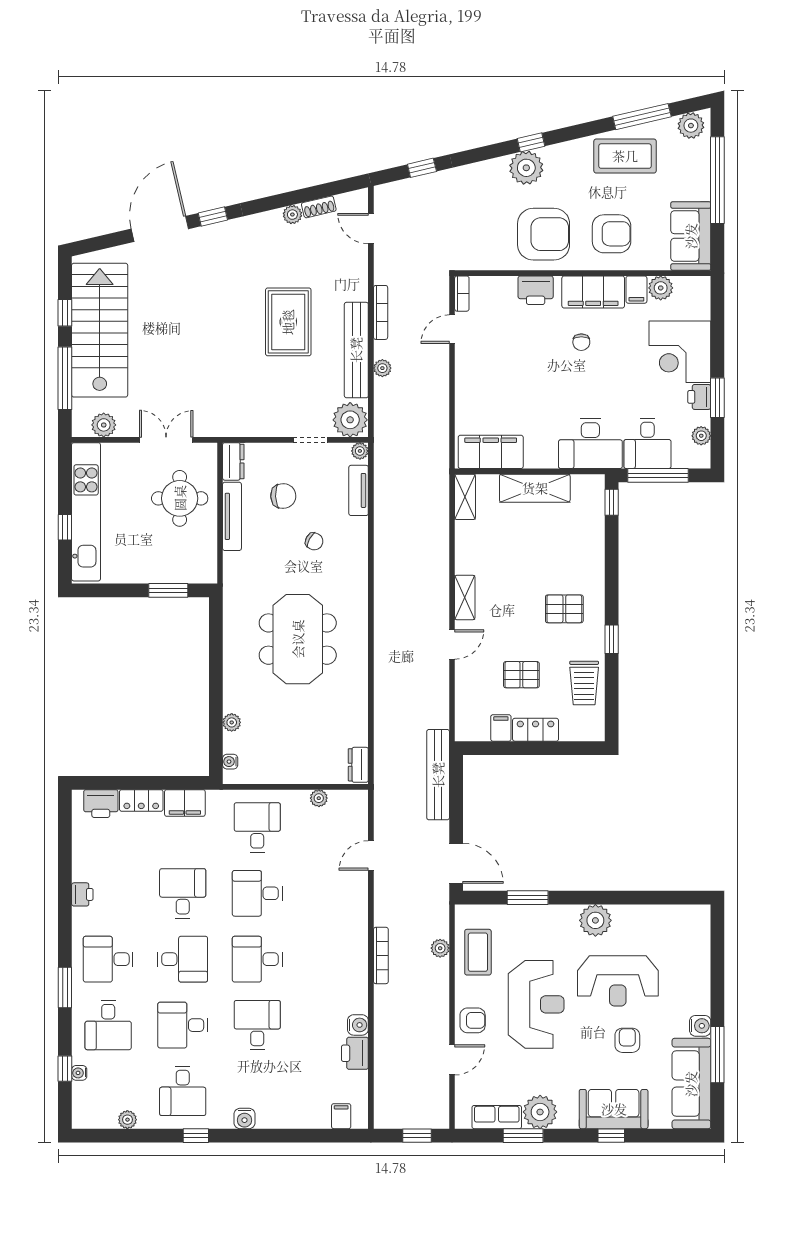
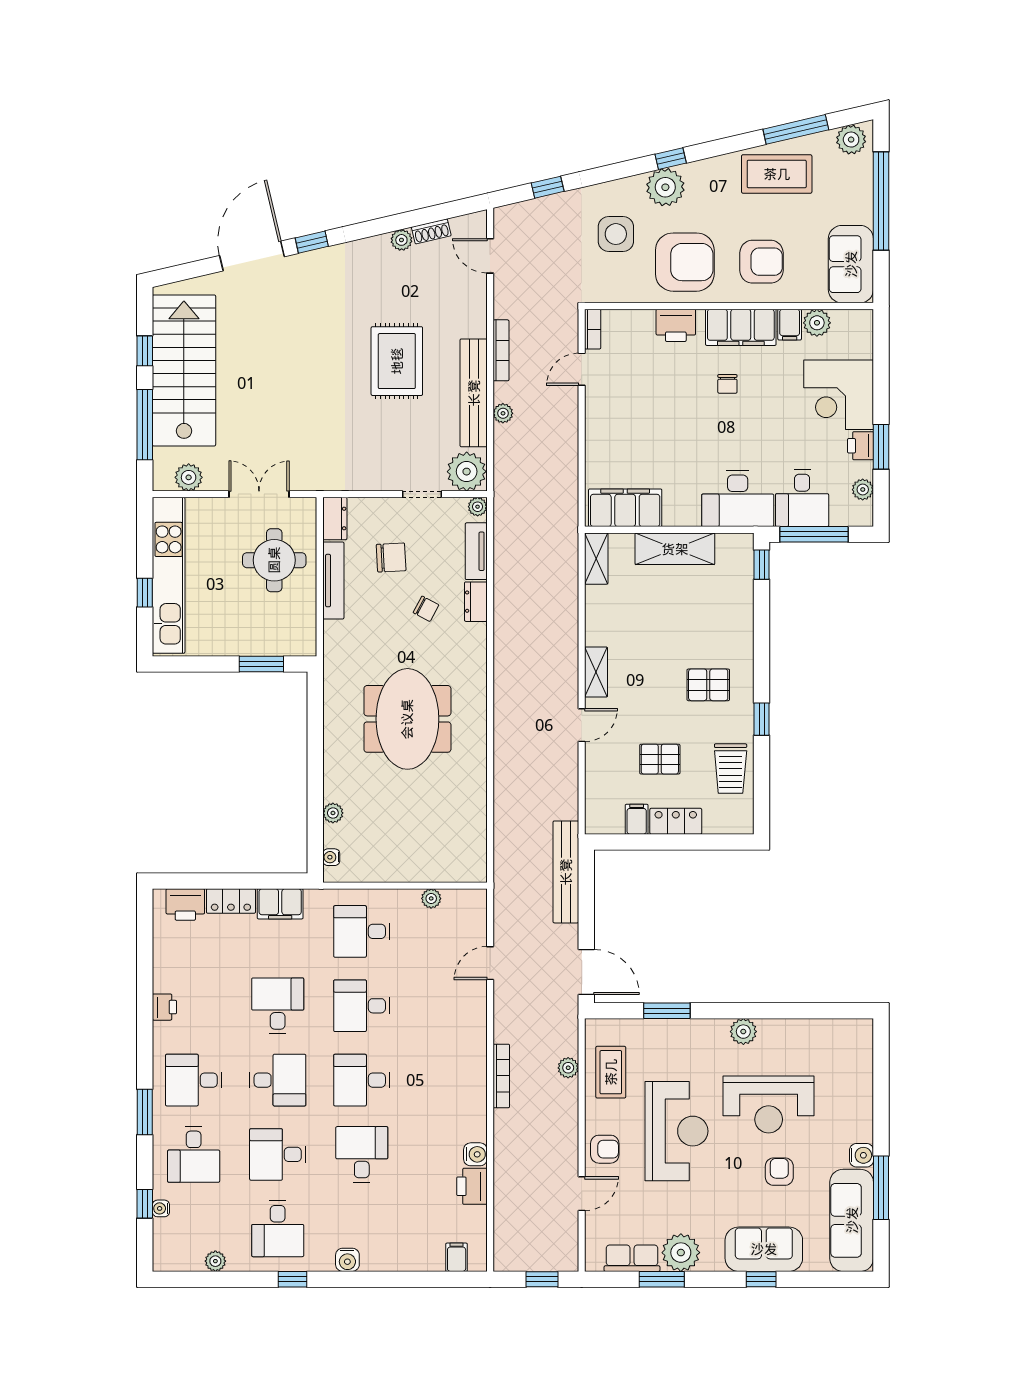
side table: (482, 209) -> (616, 234), added
dresser: (358, 765) -> (476, 602), moved
desk: (257, 827) -> (362, 931), turned -90
plant: (595, 920) -> (743, 1032), width x0.73, depth x0.73

